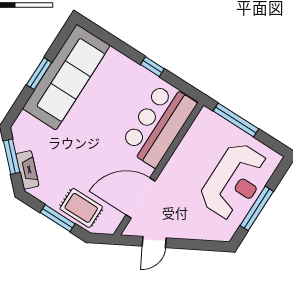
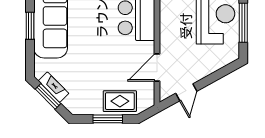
fireplace: (27, 170) -> (54, 87), moved
door: (141, 198) -> (157, 67), width x0.73

